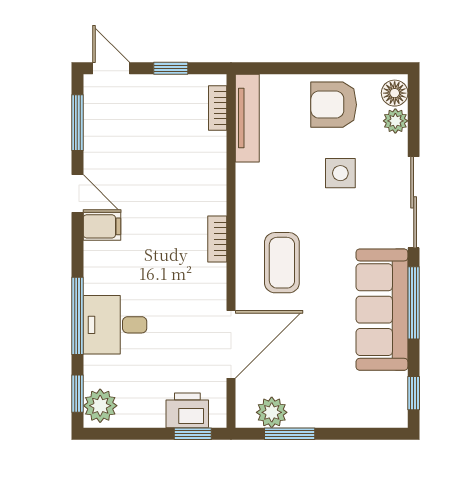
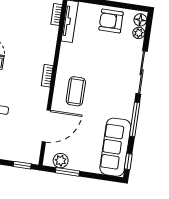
side table: (340, 173) -> (109, 54), removed
sofa: (382, 310) -> (115, 147), moved
printer: (187, 410) -> (21, 154), removed

